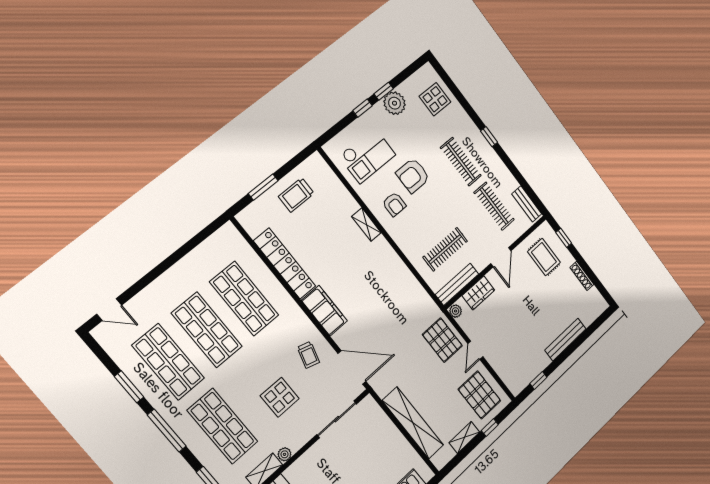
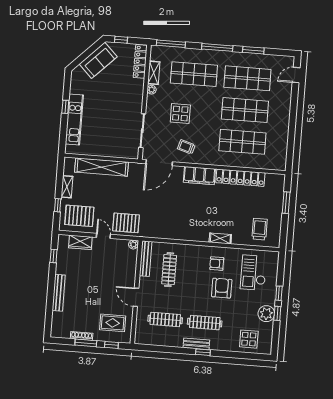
trolley: (296, 195) -> (260, 229), moved
bench: (527, 204) -> (196, 344), moved
window: (584, 265) -> (86, 343), added
wardrobe: (478, 293) -> (80, 242), moved, turned -90

